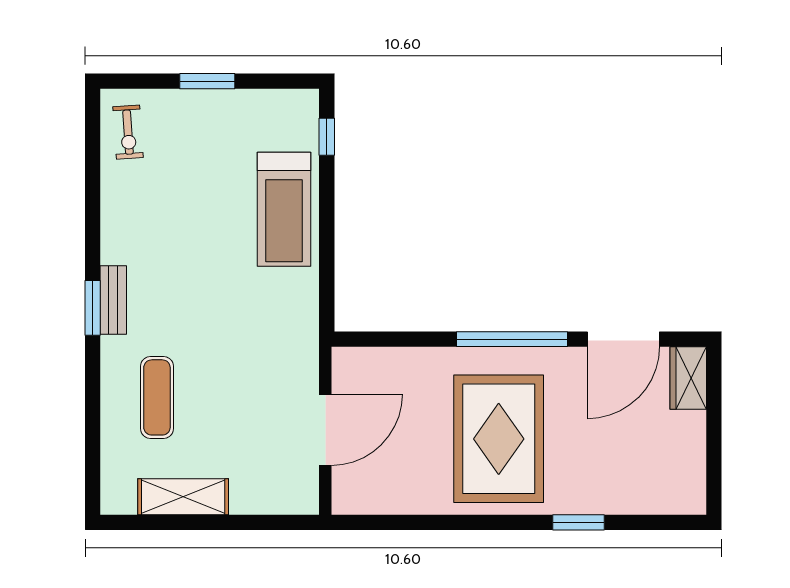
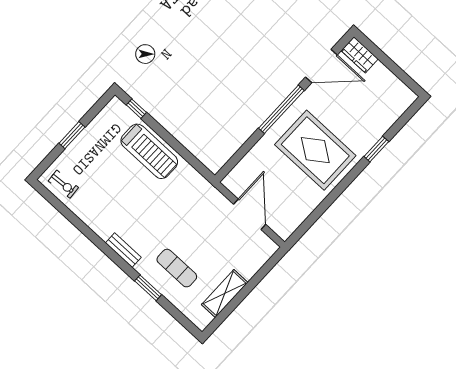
window: (93, 308) -> (148, 288), moved
door: (623, 339) -> (321, 66), hinge flipped

